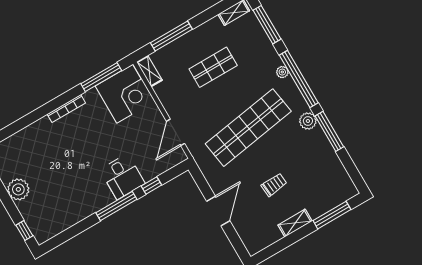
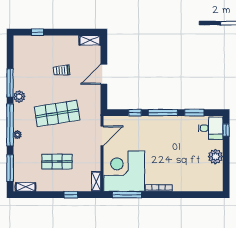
window: (171, 36) -> (71, 195), width x0.46
corner desk: (125, 94) -> (124, 171), width x1.36, depth x1.36
shop shelf: (248, 128) -> (57, 113), width x0.71
desk: (122, 177) -> (211, 128), moved, turned 90
window: (332, 215) -> (38, 32), width x0.46
shelving: (295, 223) -> (90, 40), moved
window: (77, 229) -> (194, 113), added

